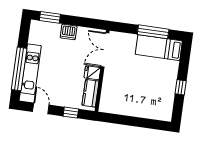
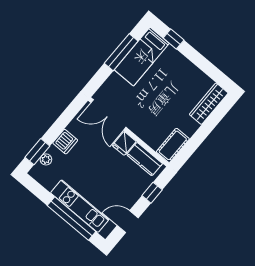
plant: (48, 26) -> (46, 159), added
window: (181, 87) -> (174, 39), moved
cot: (112, 107) -> (173, 145), added
wardrobe: (155, 113) -> (209, 104), added

